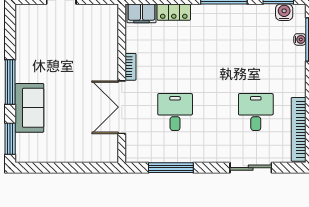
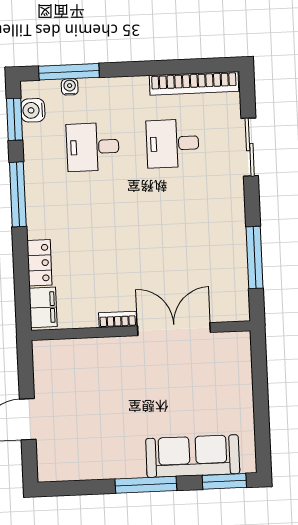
double door: (122, 107) -> (174, 329), swing flipped
sofa: (29, 108) -> (193, 456), width x1.36
desk: (175, 112) -> (93, 147), moved

